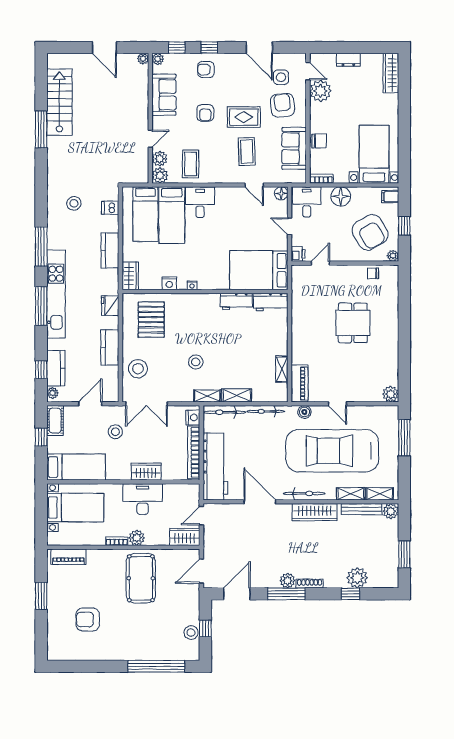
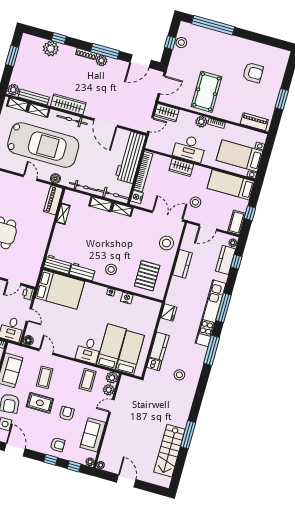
kitchen counter: (110, 250) -> (159, 346), moved
wardrobe: (130, 276) -> (153, 311), removed
fridge: (110, 306) -> (169, 312), moved
stool: (196, 362) -> (111, 269), moved

